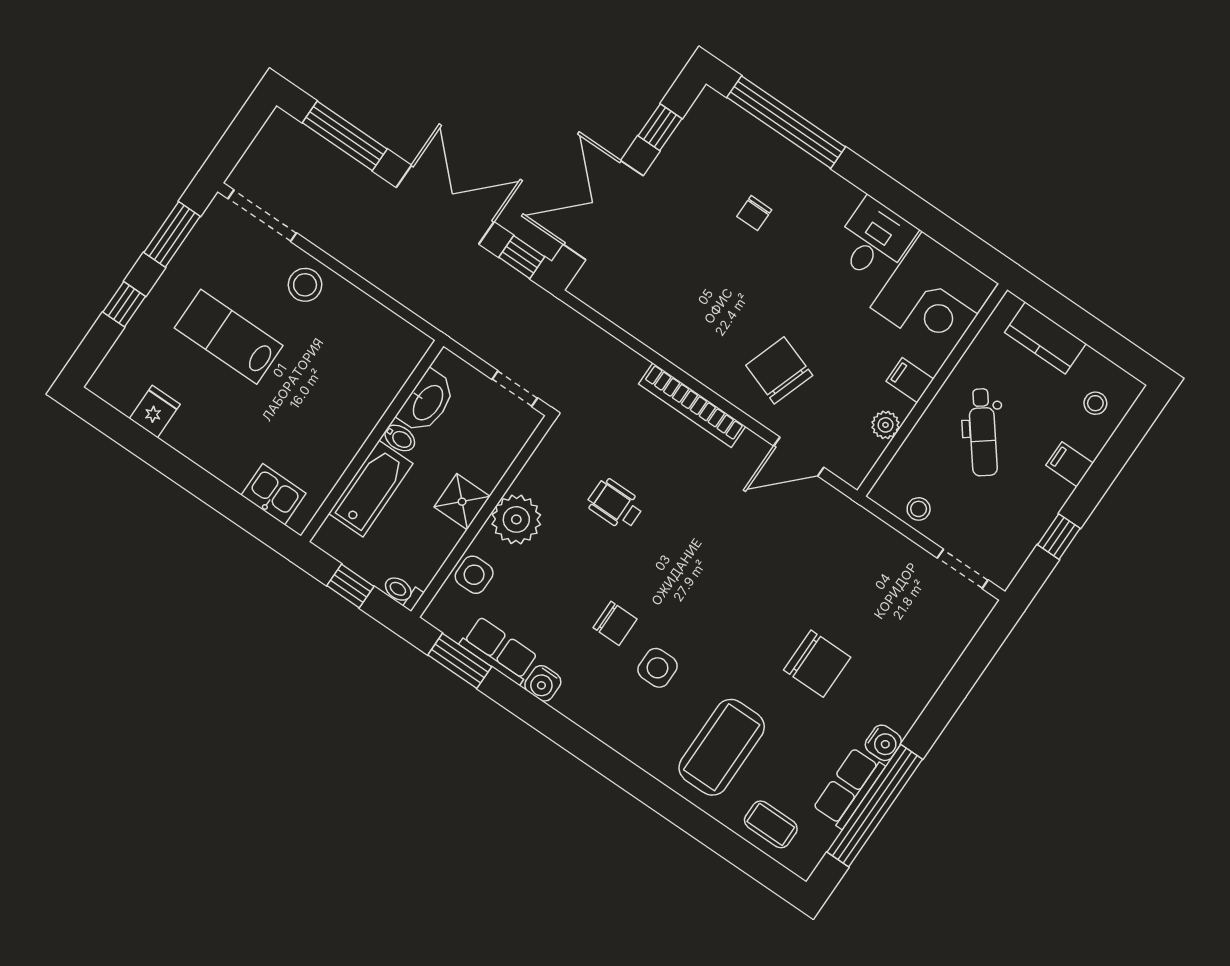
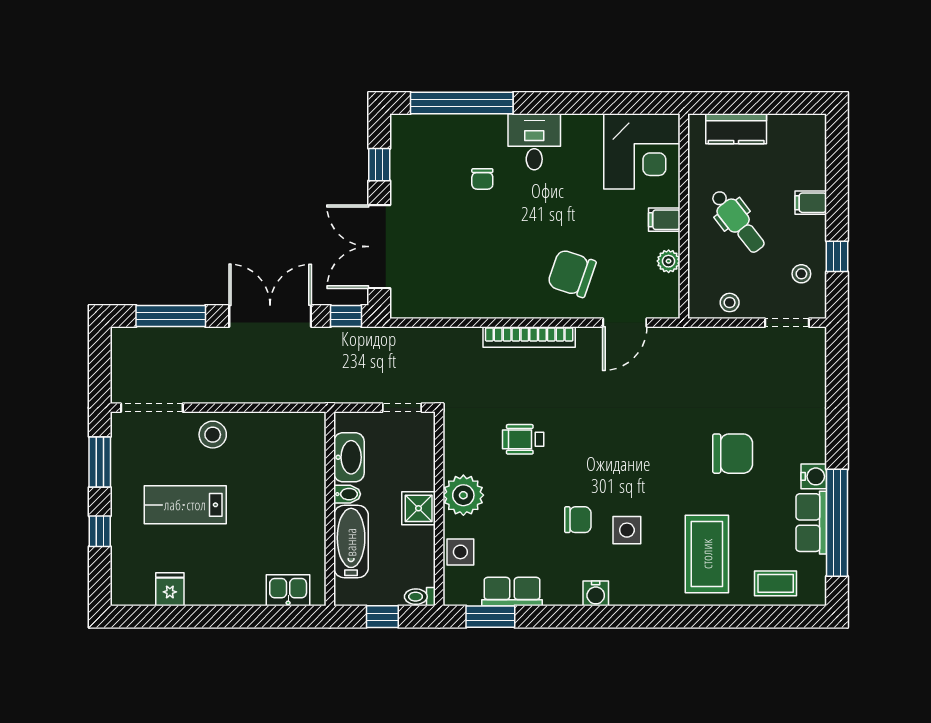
desk: (874, 240) -> (534, 142), moved
stool: (1095, 403) -> (801, 274), moved
water cooler: (543, 683) -> (596, 593), moved

